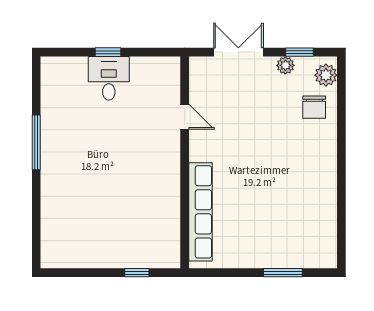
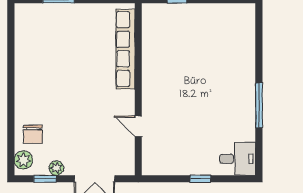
desk: (109, 78) -> (238, 159), moved, turned -90
chair: (314, 107) -> (33, 134), turned 180

